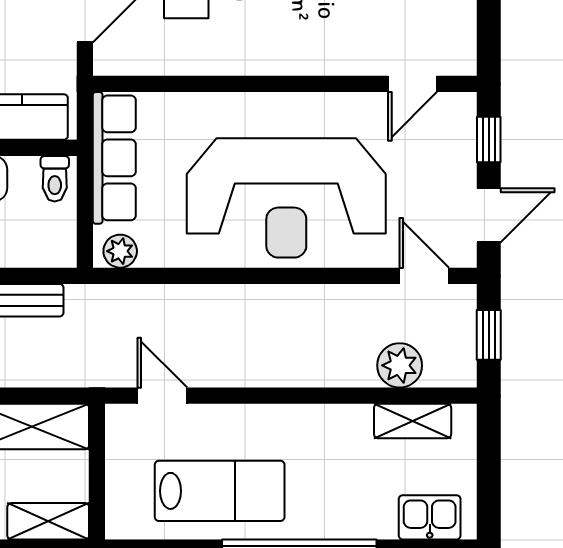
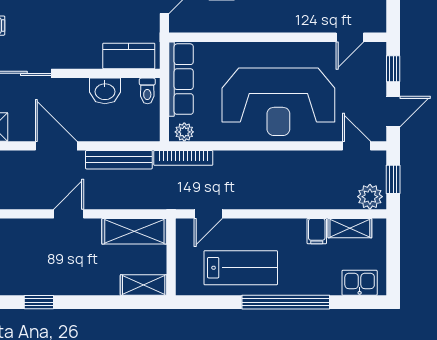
bookcase: (118, 297) -> (183, 158), added
plant: (400, 365) -> (370, 197), moved
door: (162, 396) -> (208, 214), swing flipped
filing cabinet: (354, 426) -> (317, 231), added

